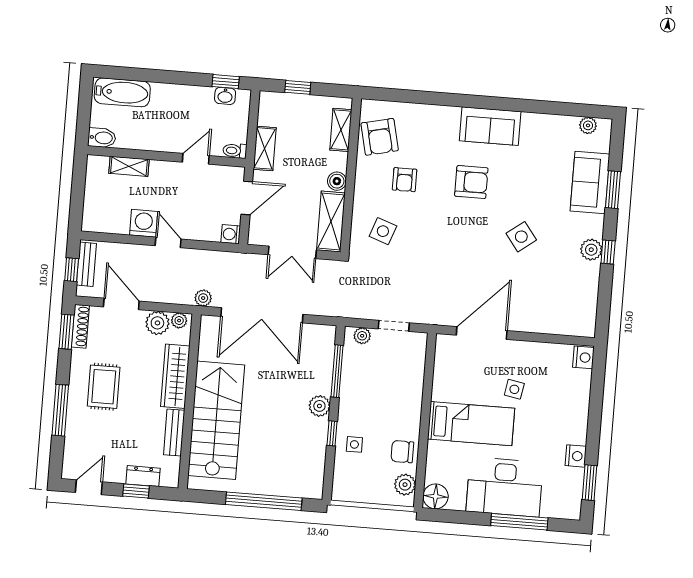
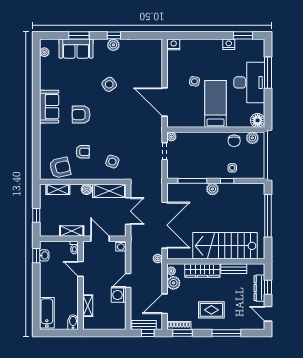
armchair: (471, 182) -> (81, 115), turned -90
plant: (362, 336) -> (171, 137), moved
dresser: (143, 476) -> (259, 288), width x1.44

